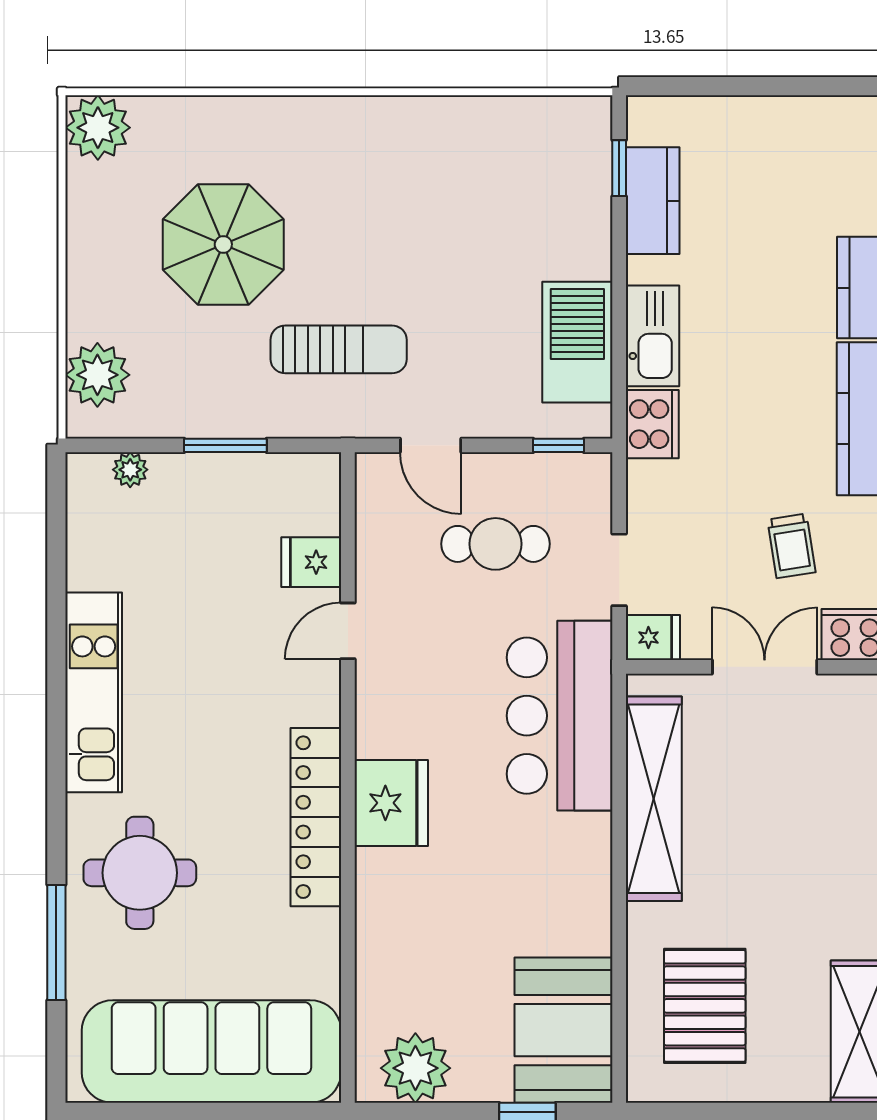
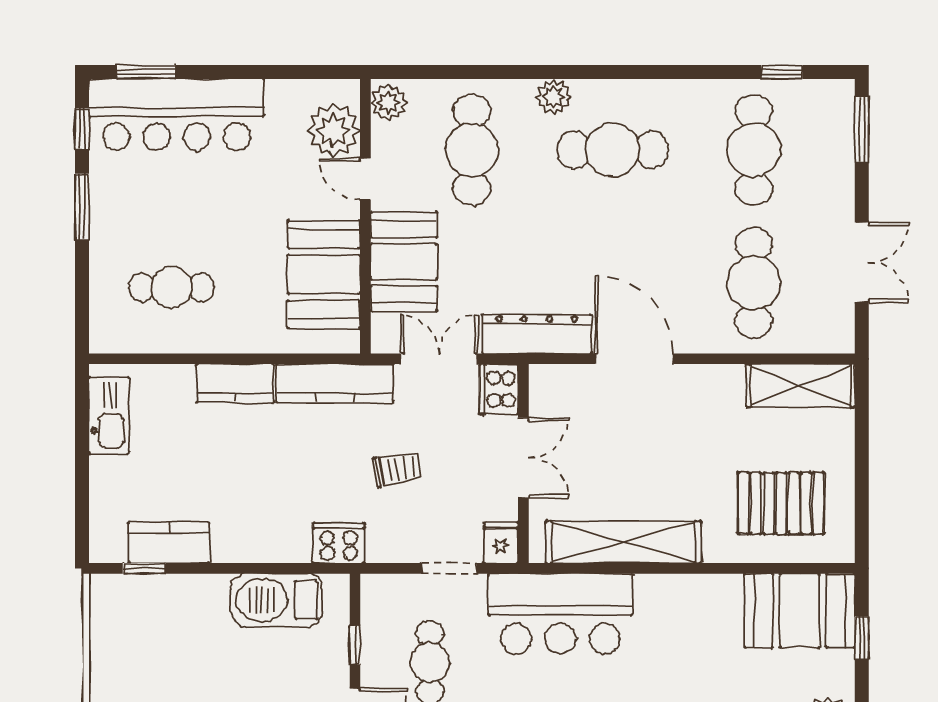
kitchen sink: (652, 336) -> (109, 415), moved, turned 90
window: (558, 445) -> (355, 645), moved
trolley: (792, 546) -> (398, 469), moved
double door: (765, 667) -> (523, 458), swing flipped

